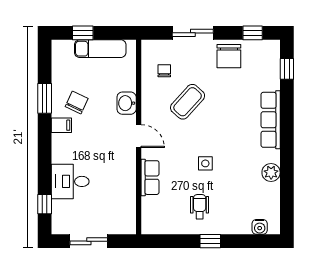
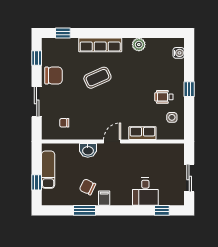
coffee table: (188, 102) -> (97, 78), moved, turned -66
side table: (205, 163) -> (172, 117), moved

